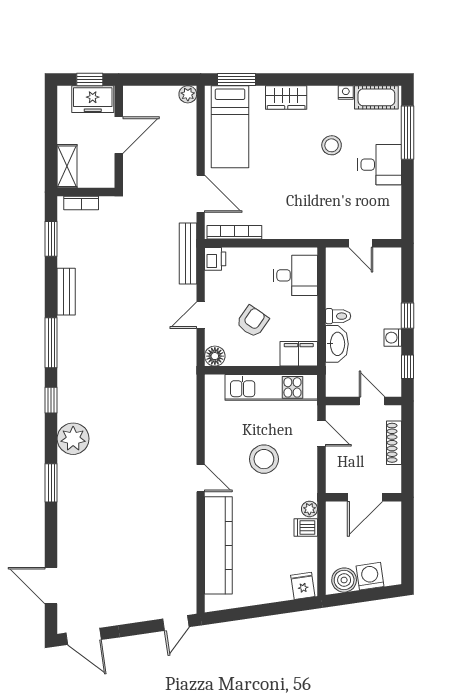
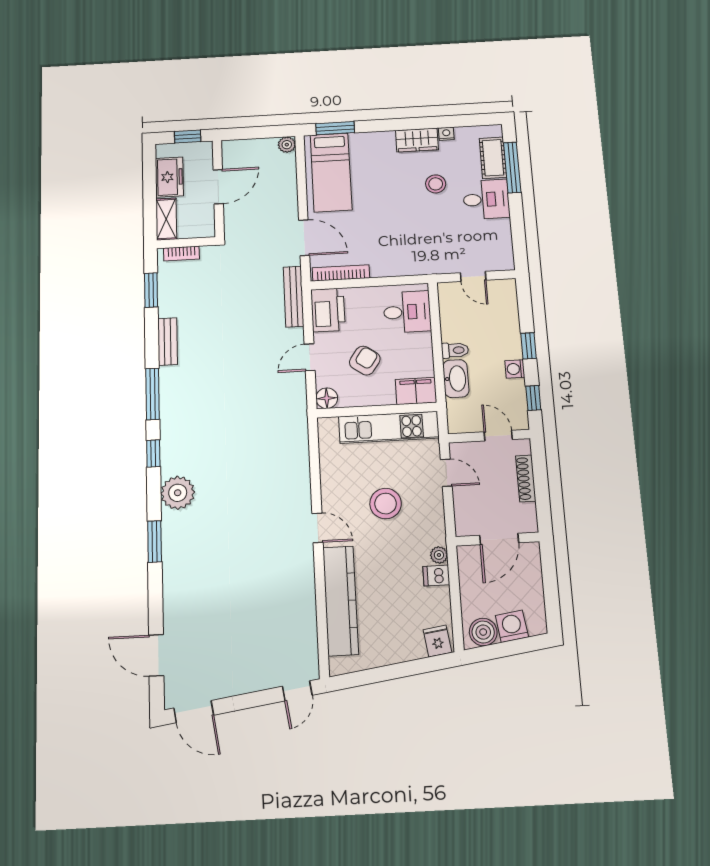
wardrobe: (286, 97) -> (417, 140), moved
cot: (376, 97) -> (493, 158), moved, turned 90
freezer: (93, 99) -> (169, 177), moved, turned -90
printer: (215, 259) -> (328, 310), width x1.87, depth x1.48

